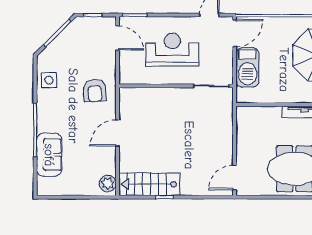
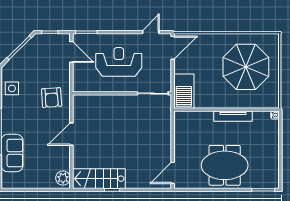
barbecue: (247, 67) -> (184, 91), moved

